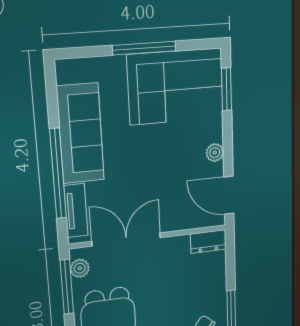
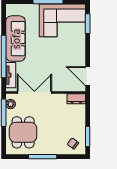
plant: (215, 153) -> (81, 54), removed

